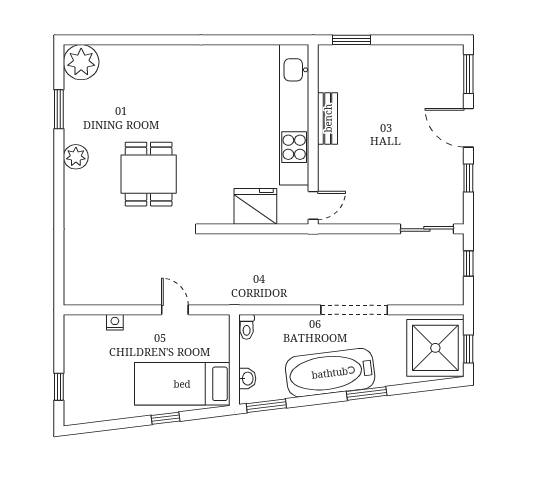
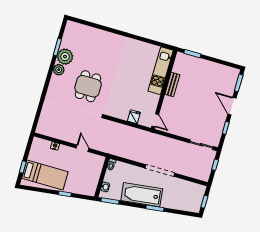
plant: (81, 62) -> (65, 57), moved
kitchen unit: (294, 115) -> (161, 71), width x0.73
door: (313, 205) -> (155, 120), hinge flipped
fridge: (255, 206) -> (134, 117), width x0.53, depth x0.75
shower: (435, 348) -> (190, 197), removed
bed: (182, 384) -> (45, 175), moved, turned 180

